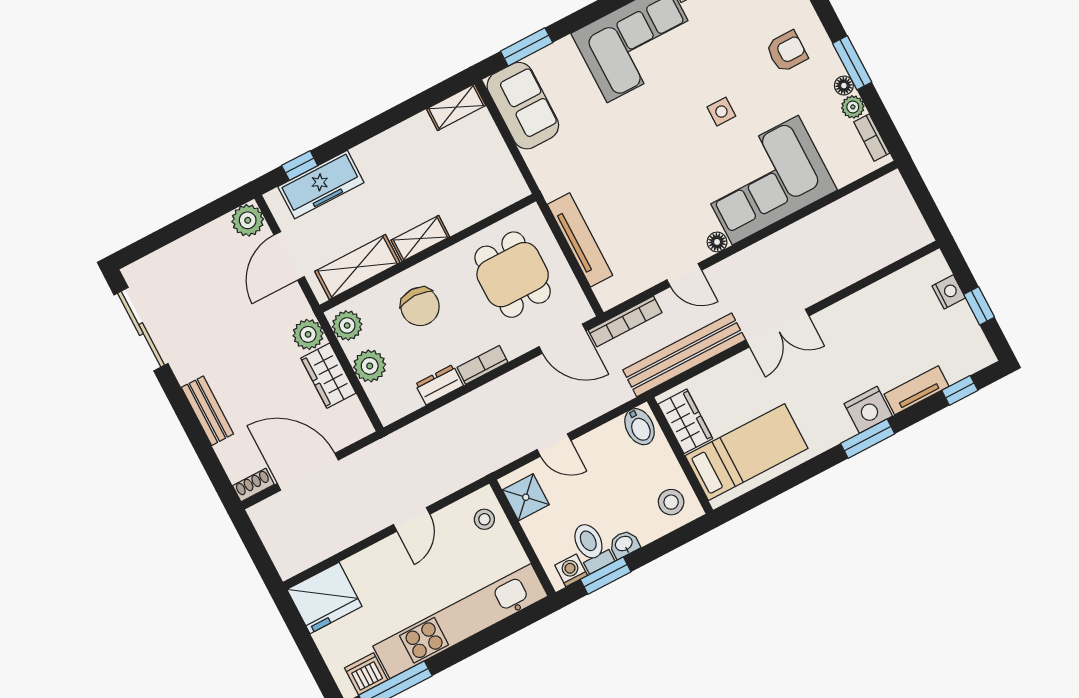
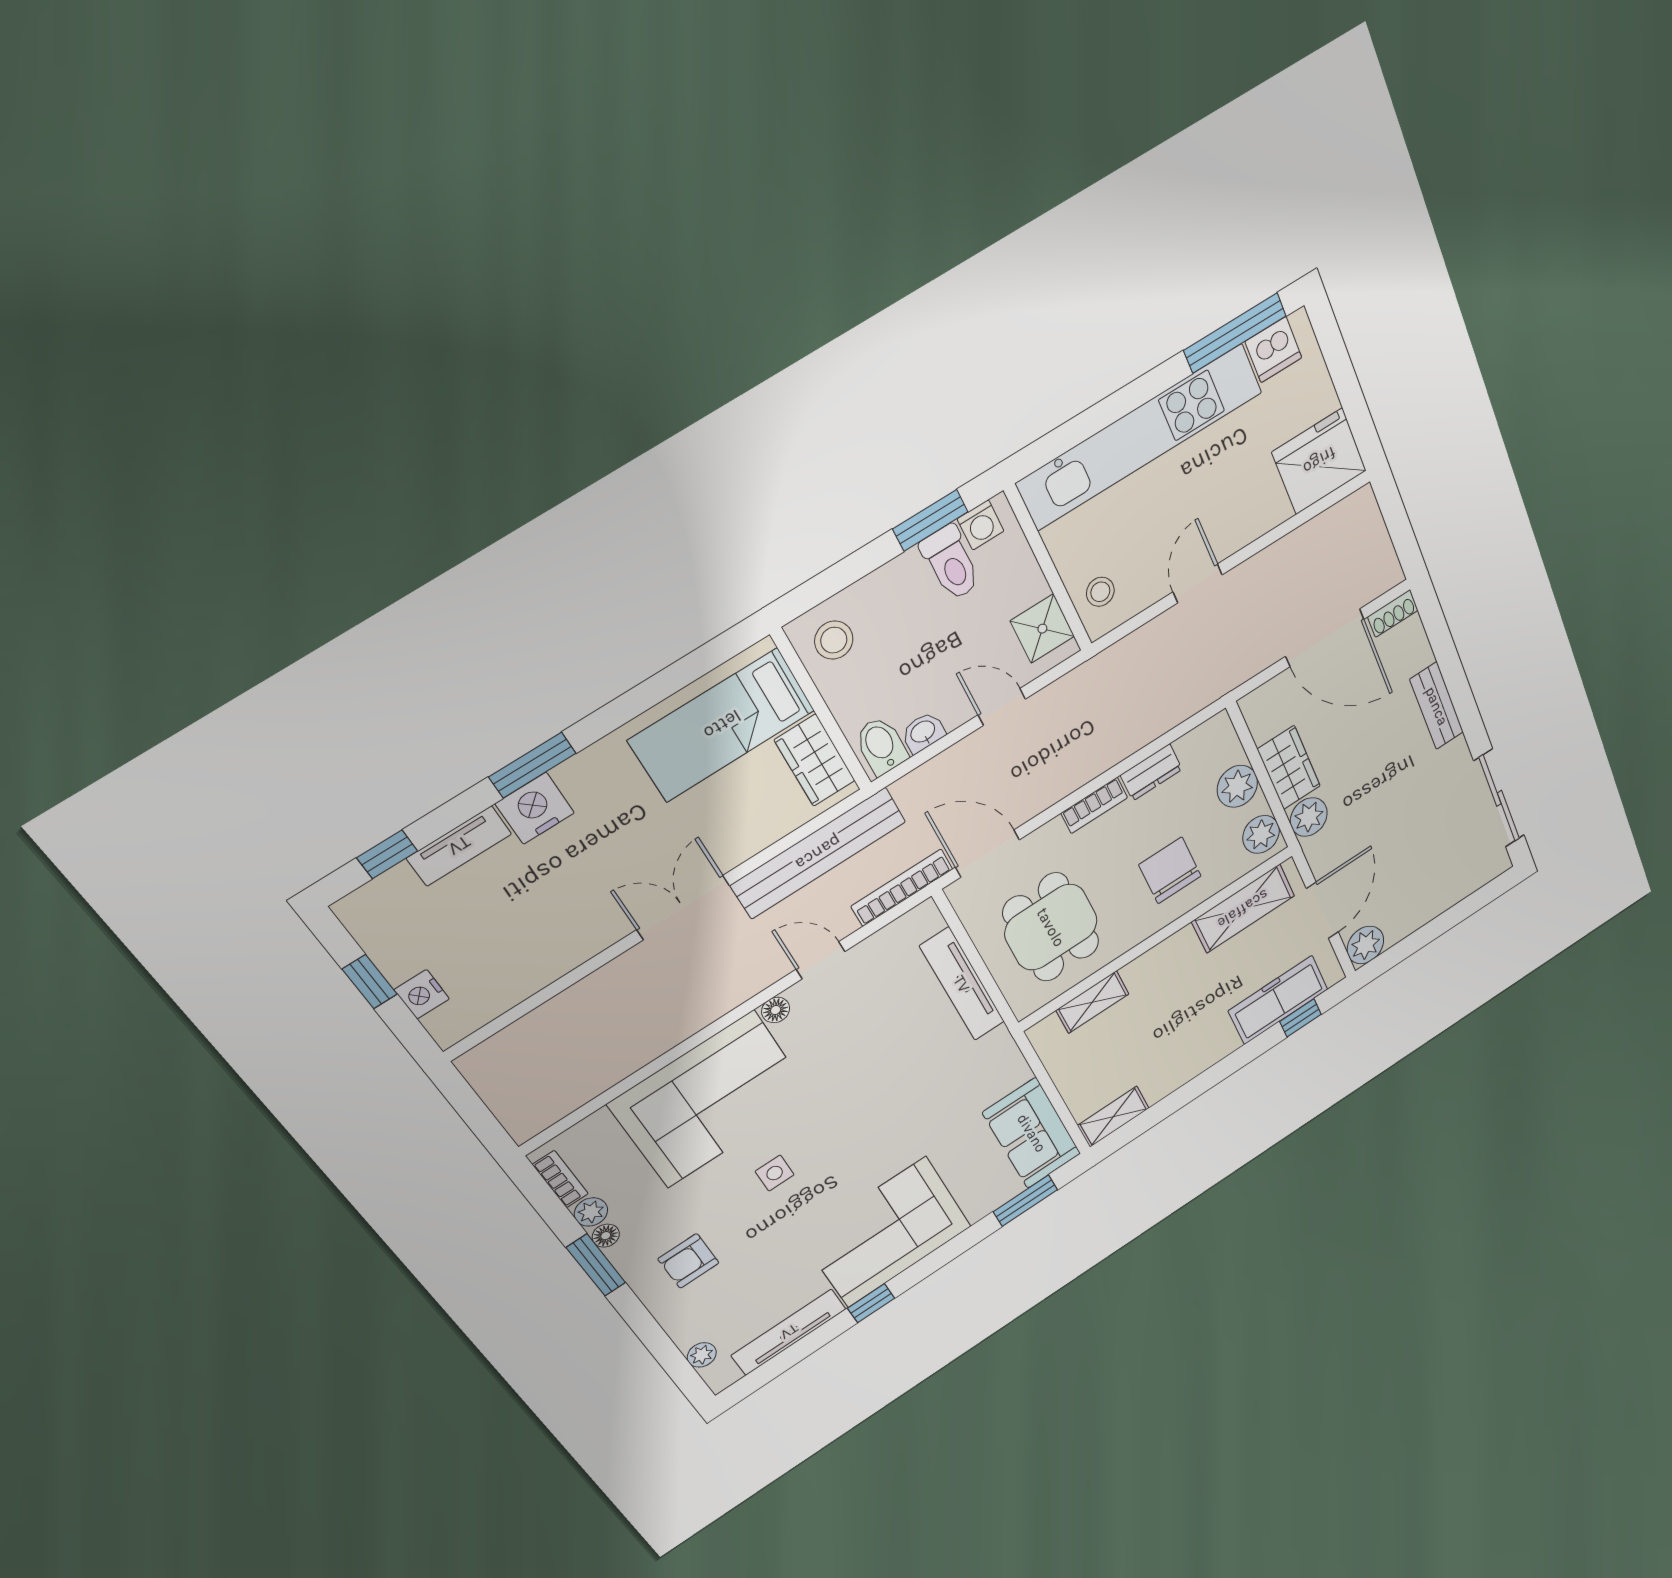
shelving: (420, 238) -> (1092, 1002), moved
washbasin: (624, 544) -> (923, 732), moved, turned 180

